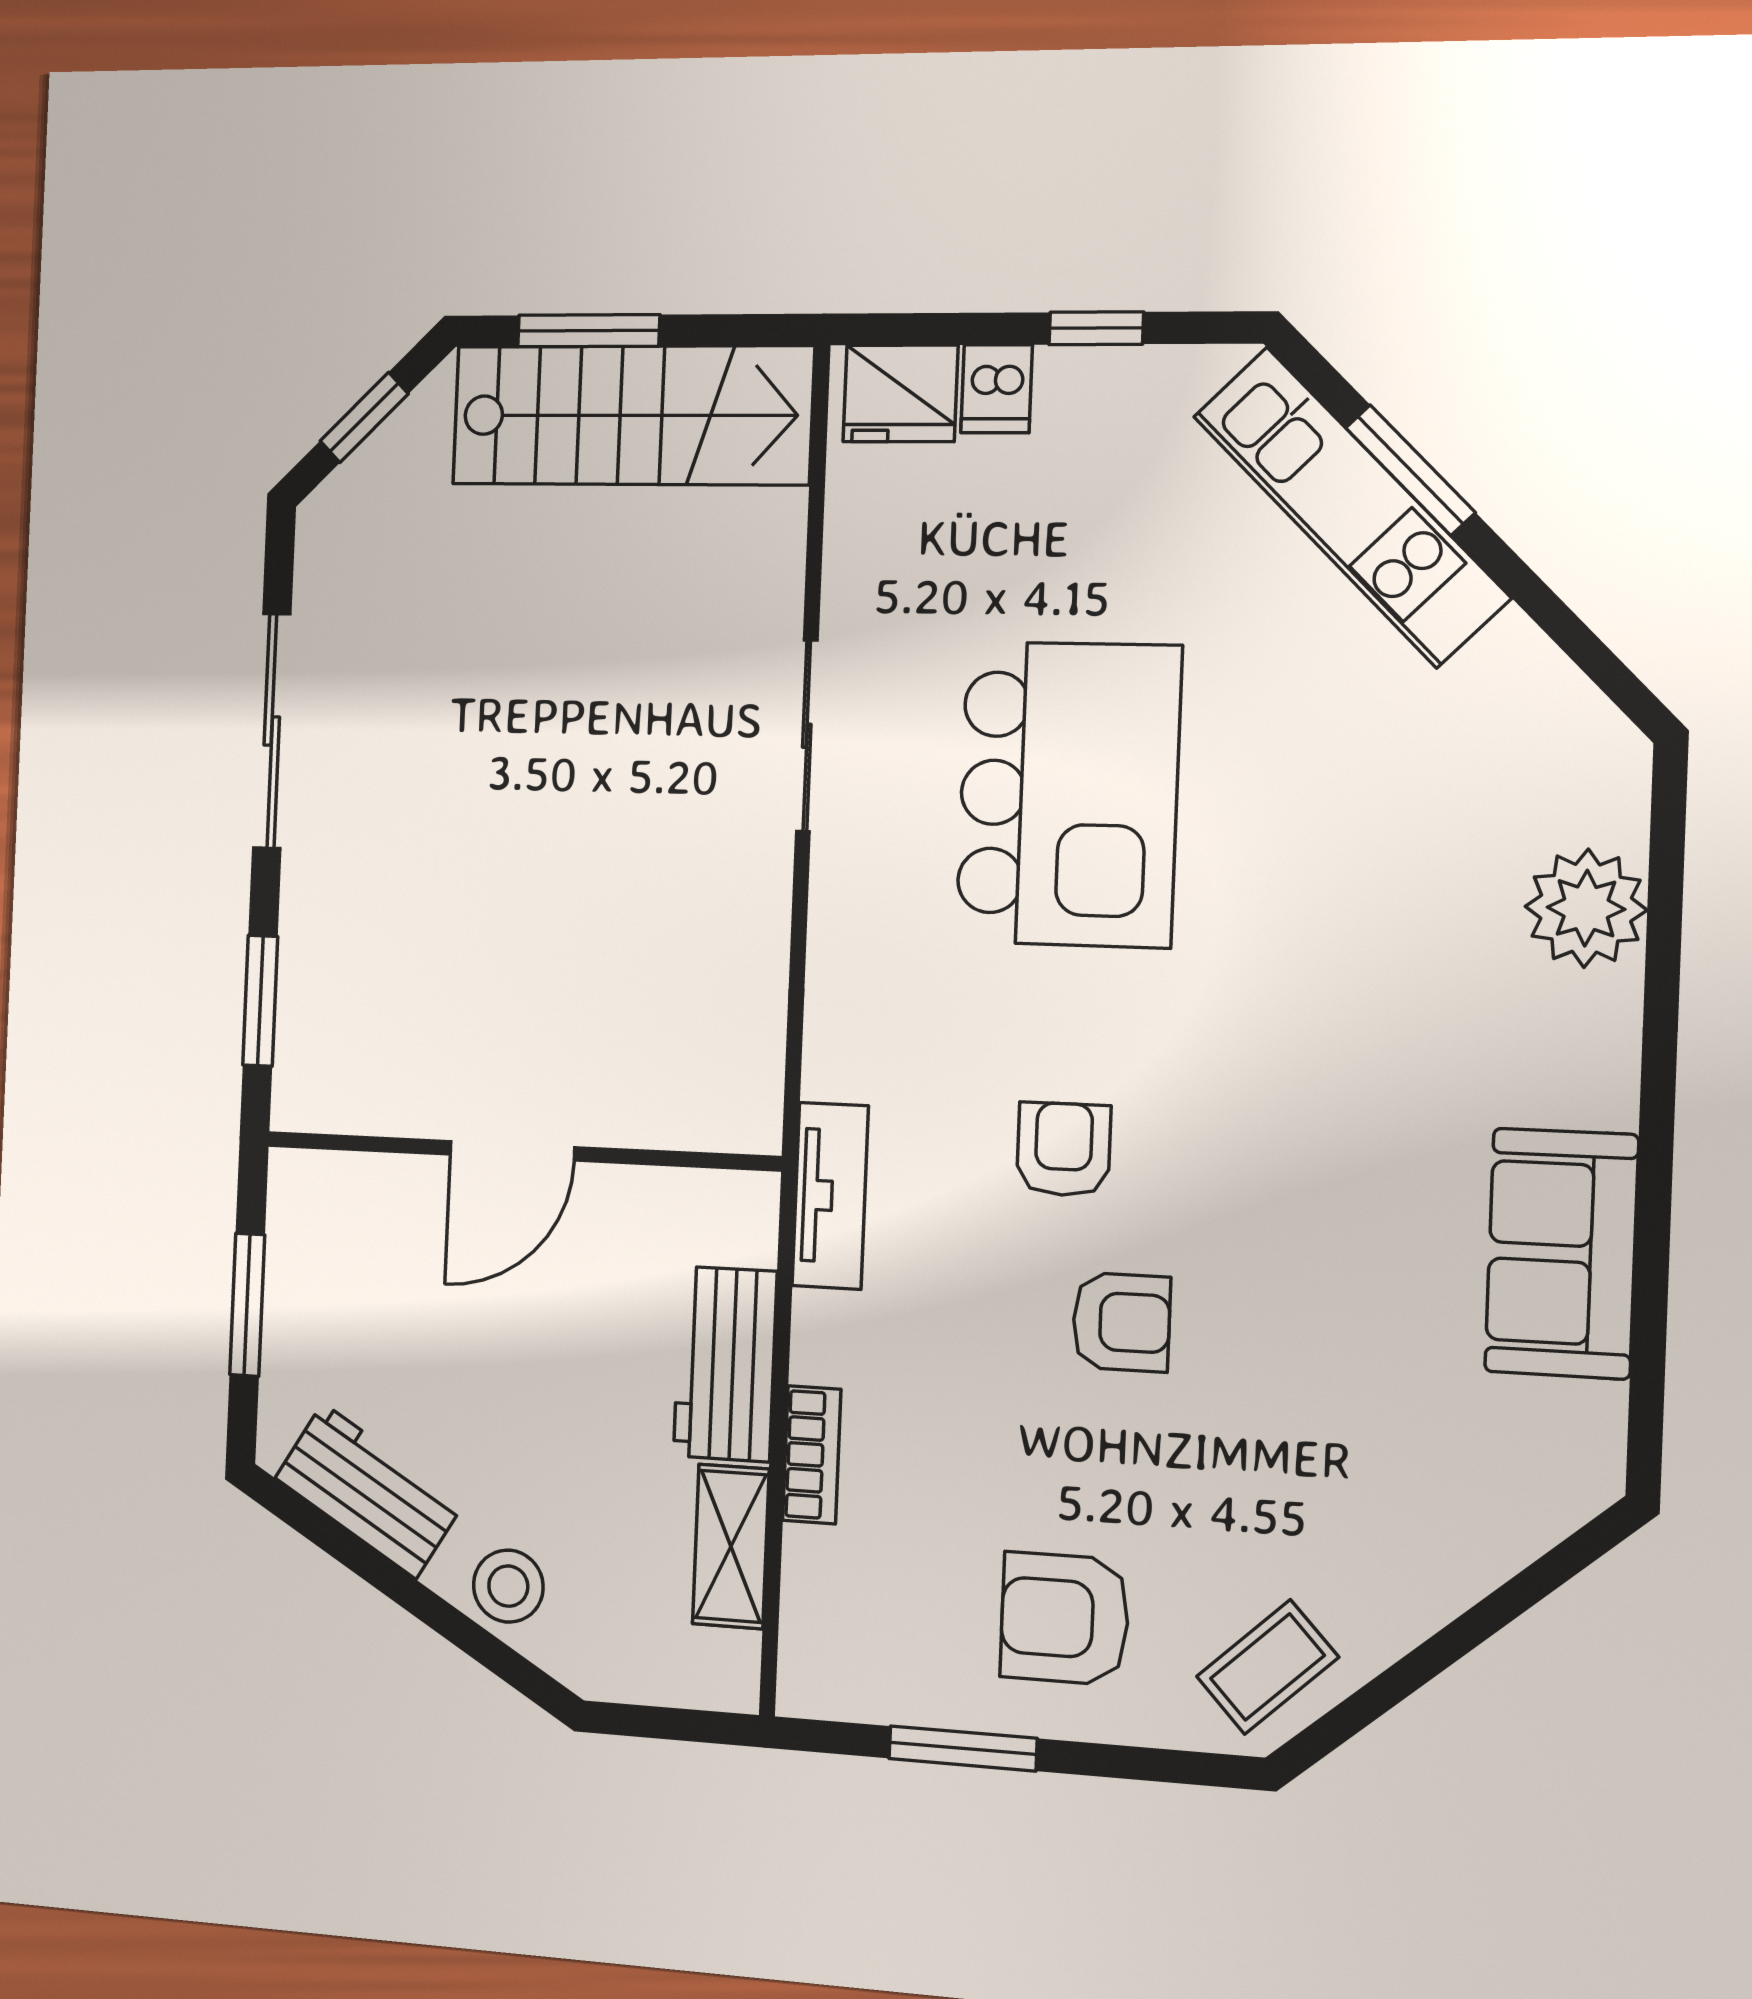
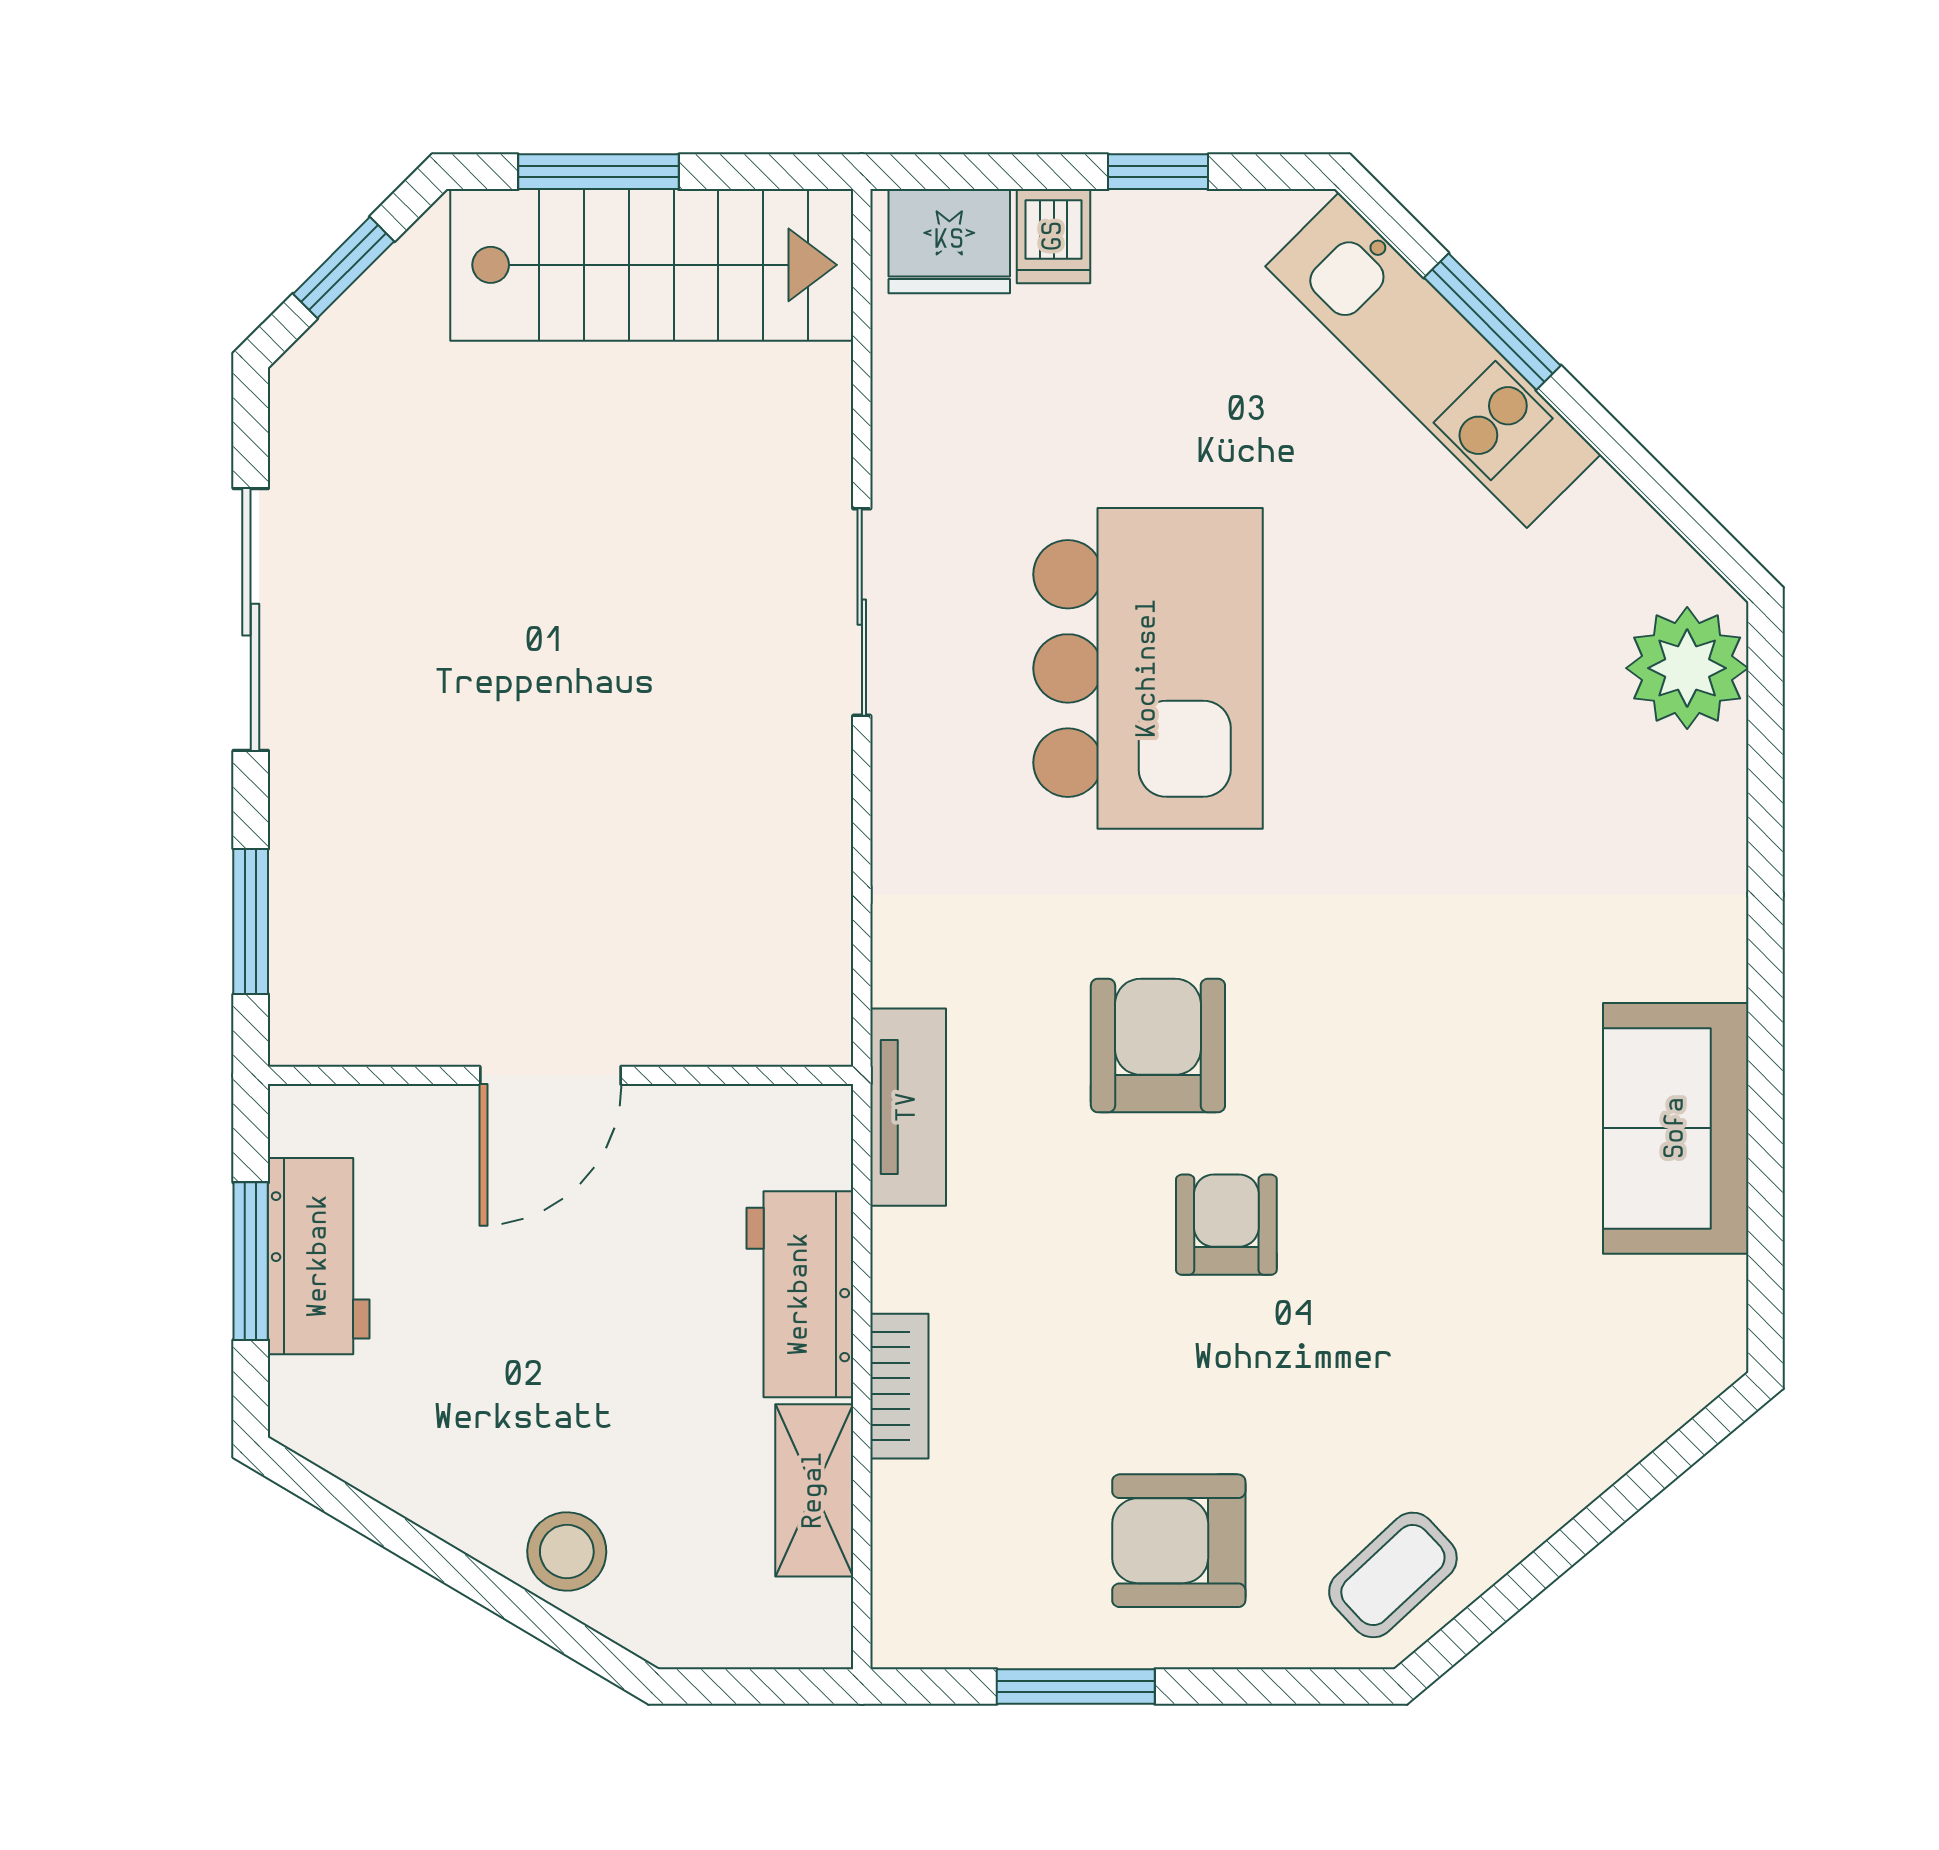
plant: (1586, 908) -> (1687, 668), moved
armchair: (1064, 1149) -> (1158, 1046), width x1.38, depth x1.38
armchair: (1121, 1322) -> (1226, 1225), turned -90
workbench: (369, 1491) -> (319, 1256), moved, turned 59

